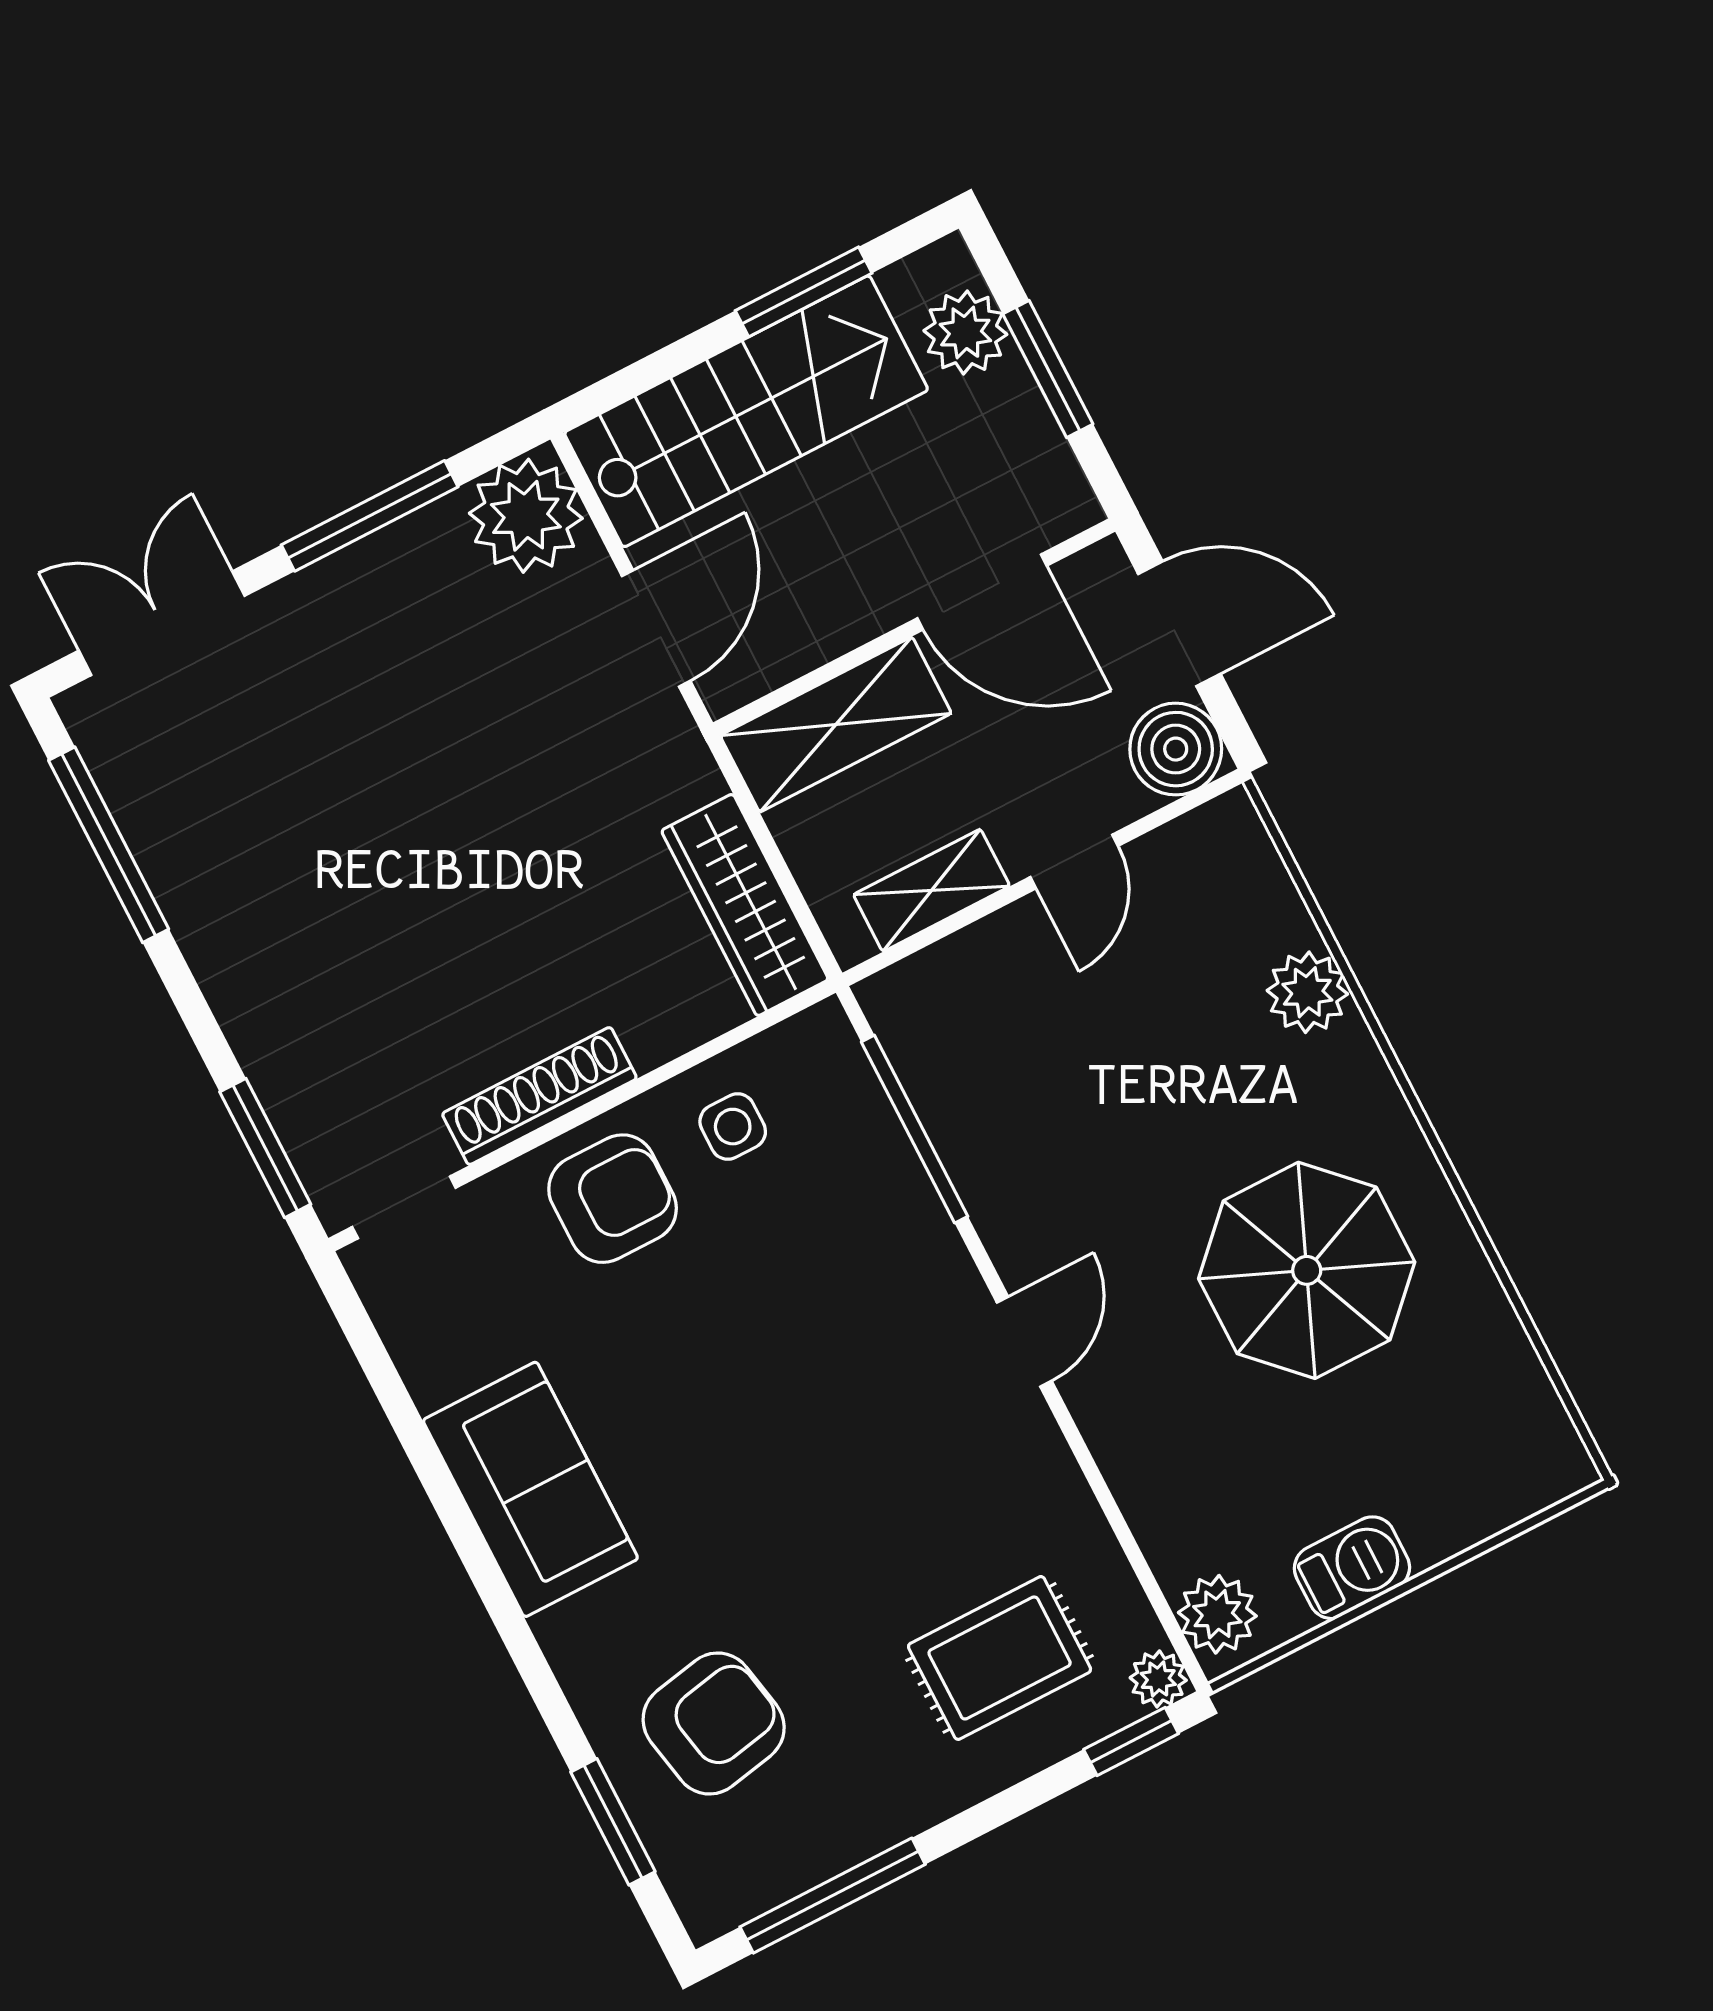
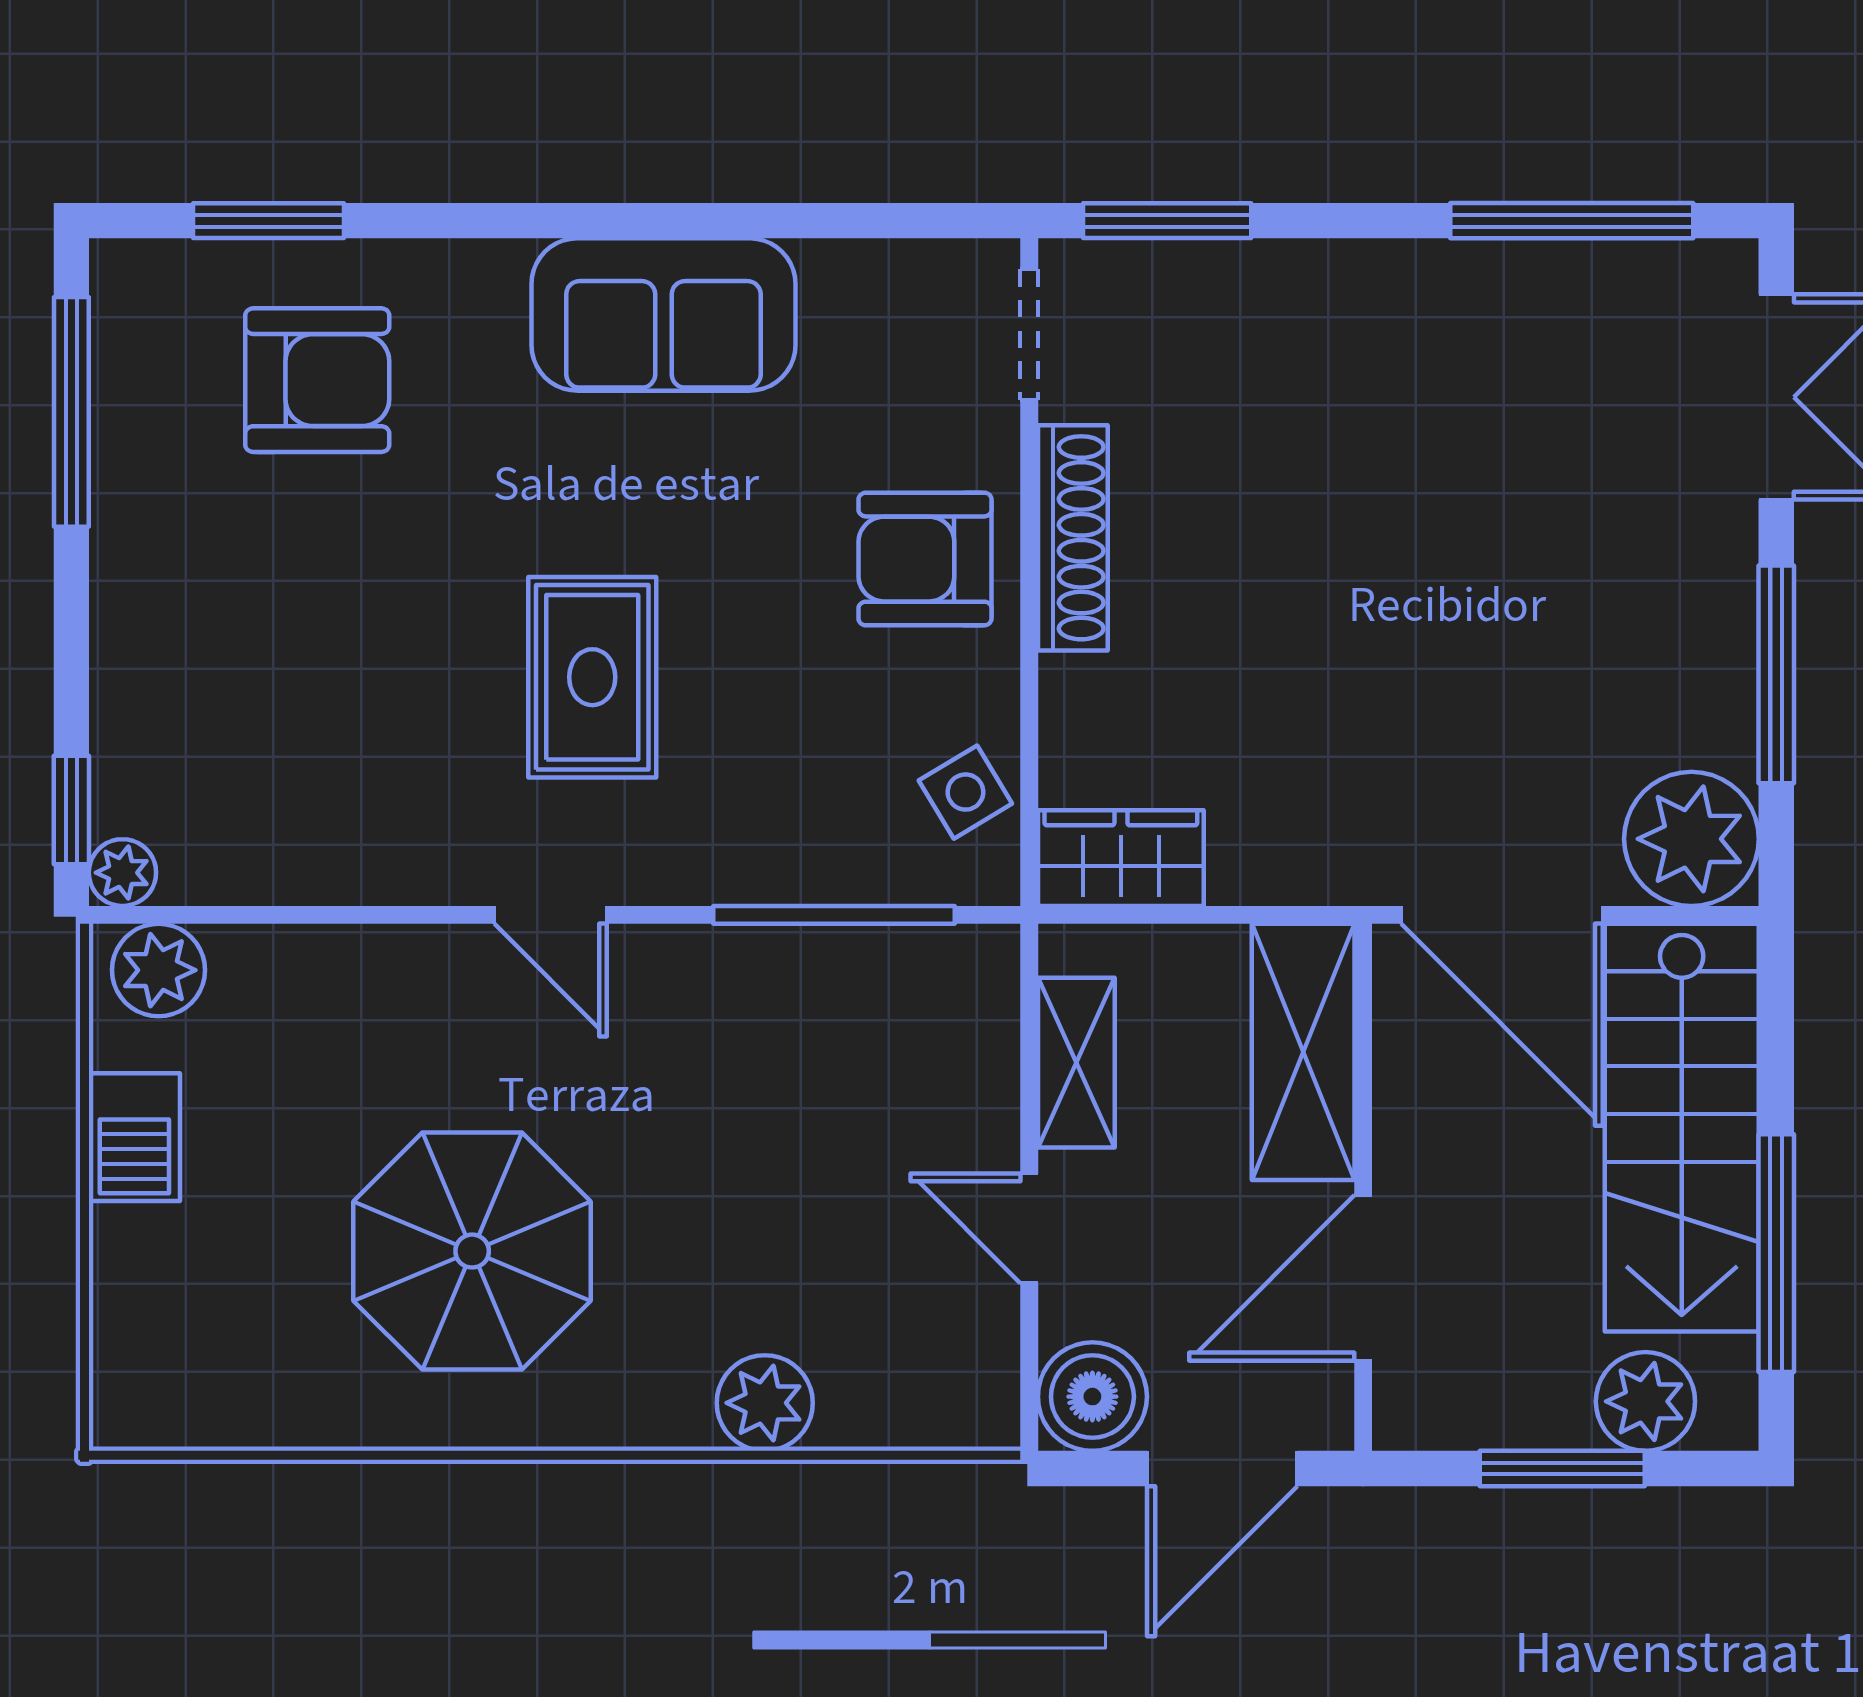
window: (804, 292) -> (1776, 1253), width x1.44
door: (656, 628) -> (1502, 915), width x1.36
wardrobe: (745, 905) -> (1121, 858), width x0.67
side table: (733, 1127) -> (965, 792), moved, turned -31
armchair: (613, 1199) -> (925, 559), turned 90
rug: (1000, 1658) -> (592, 677), moved
armchair: (714, 1723) -> (317, 380), turned -79

